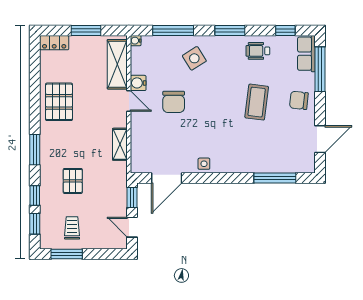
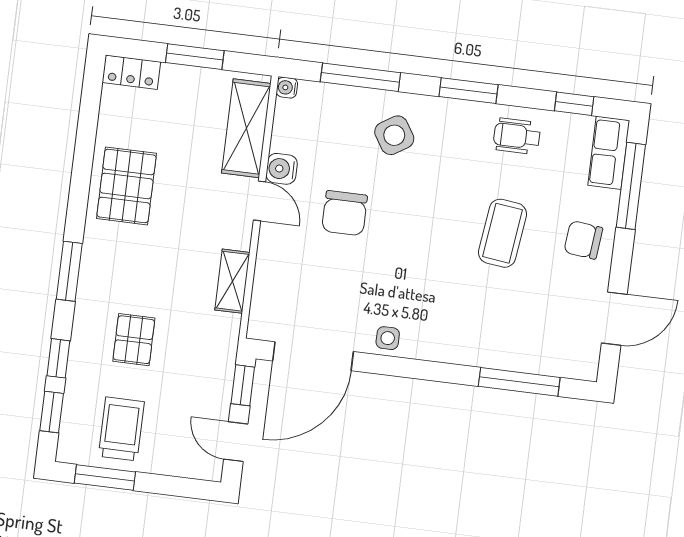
door: (167, 178) -> (313, 356), width x1.36
trolley: (72, 228) -> (121, 429), width x1.36, depth x1.39

